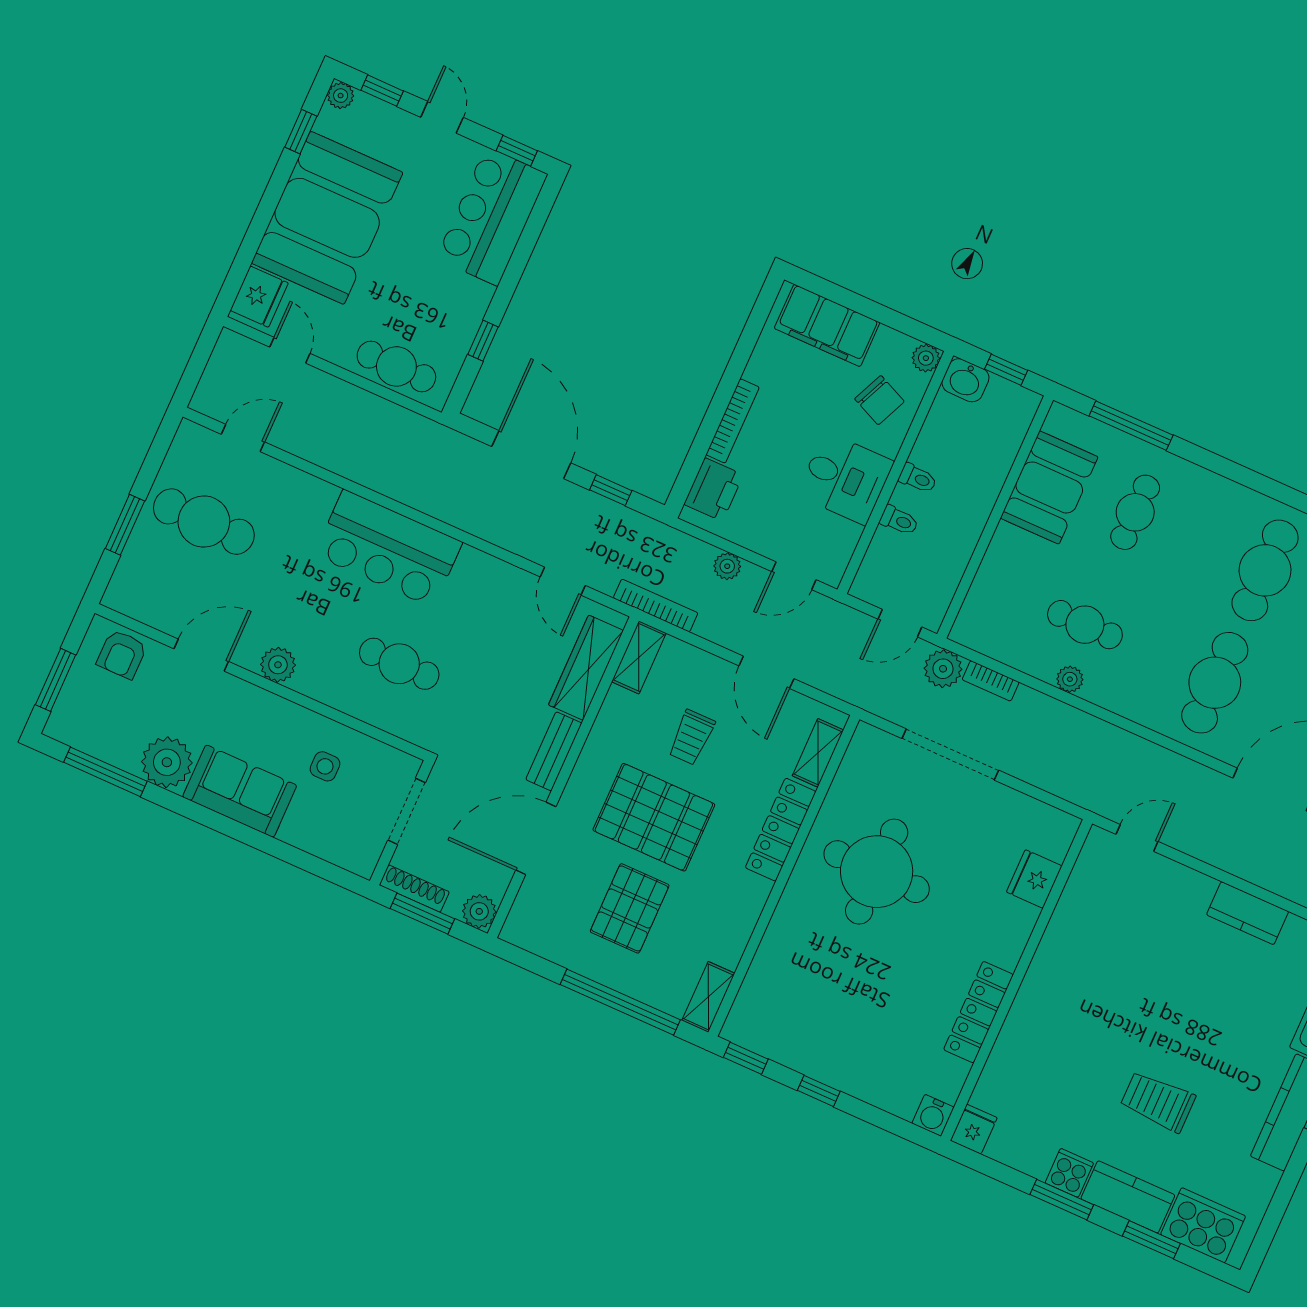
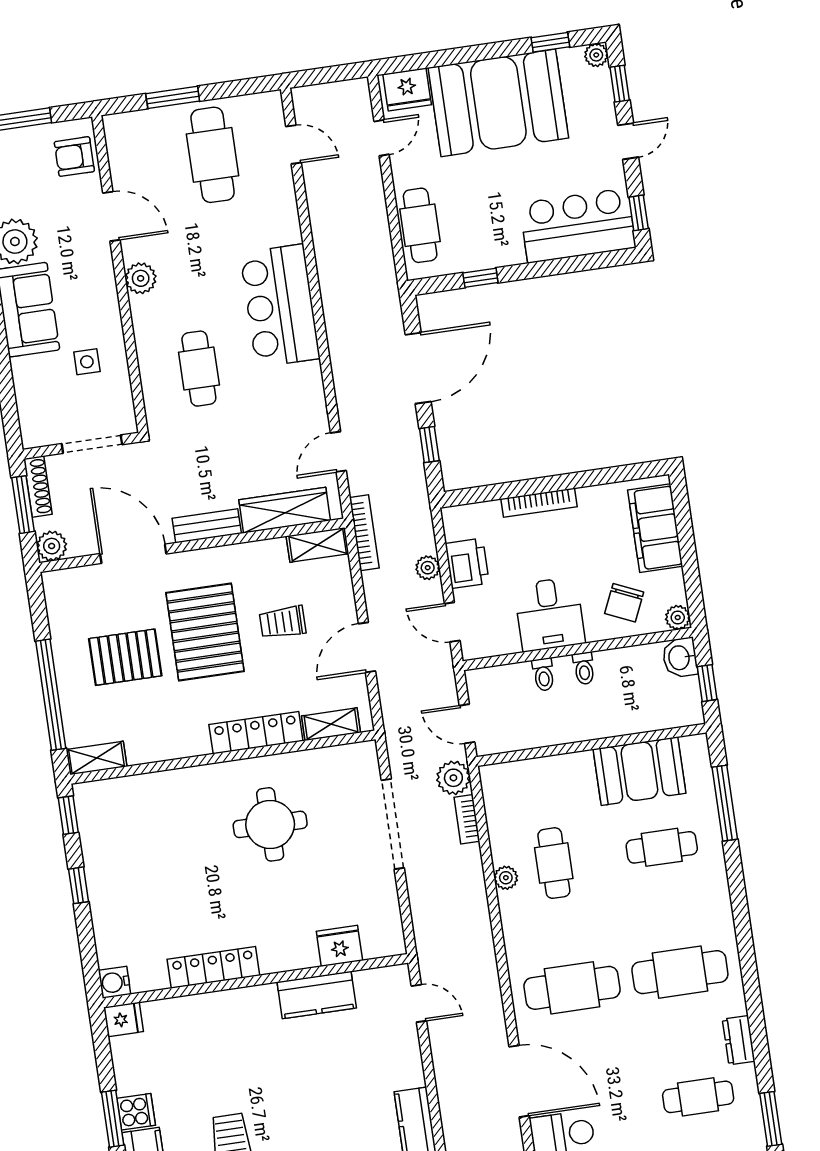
printer: (714, 490) -> (467, 563), moved, turned -90
round table: (877, 872) -> (270, 824), width x0.73, depth x0.73
kitchen counter: (1067, 930) -> (317, 995), added

